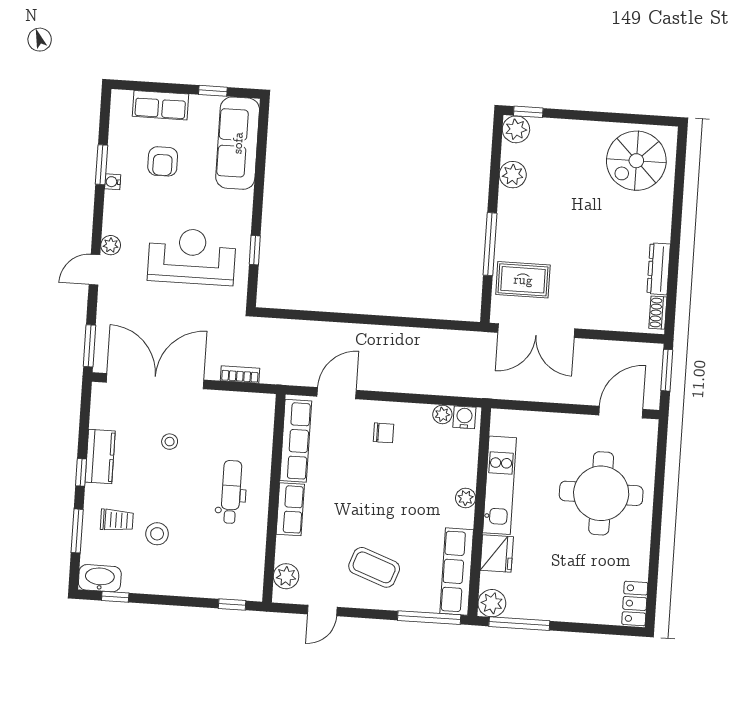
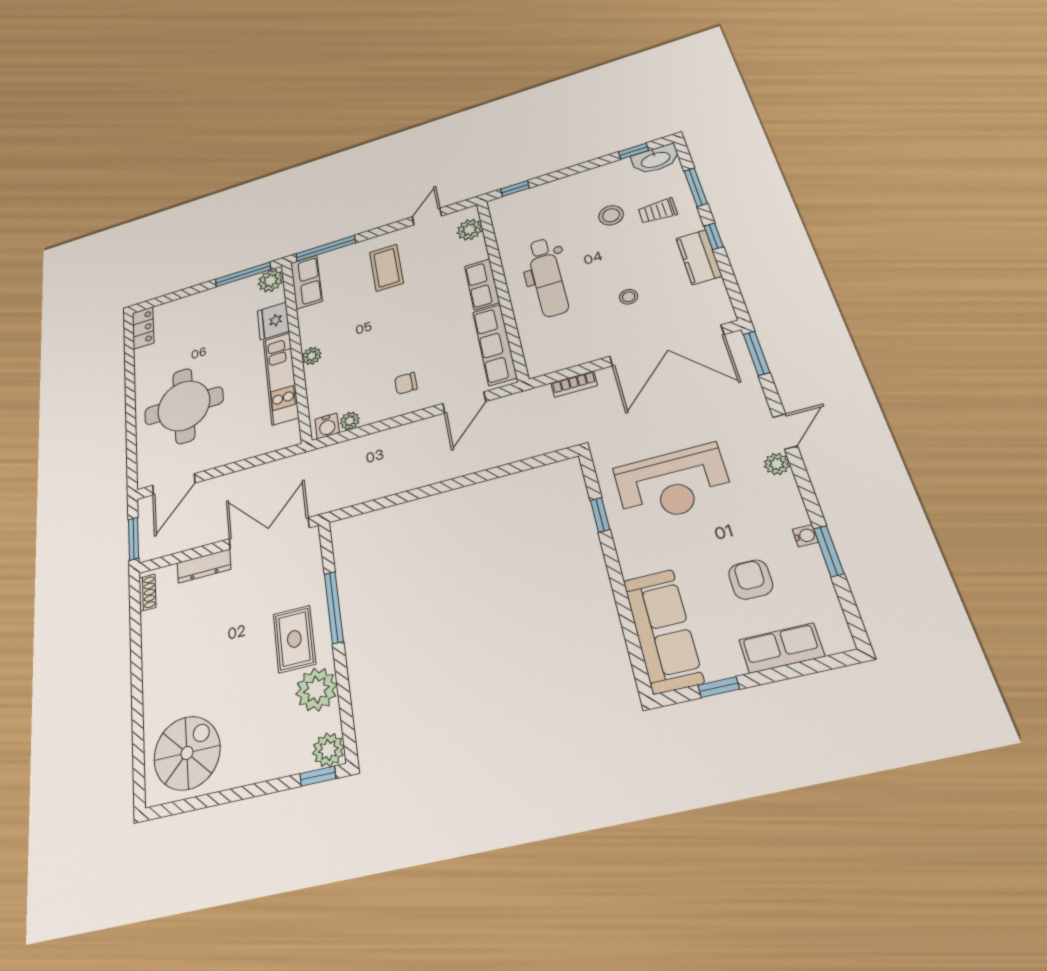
plant: (513, 175) -> (316, 690), width x1.36, depth x1.36
dresser: (659, 269) -> (204, 566), moved, turned 90
rug: (523, 280) -> (294, 639), moved, turned 90
dental chair: (231, 492) -> (547, 277), width x1.36, depth x1.38
coffee table: (374, 567) -> (386, 268), turned 70
row of seats: (457, 572) -> (306, 282), width x0.68

